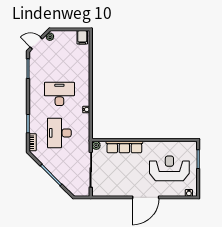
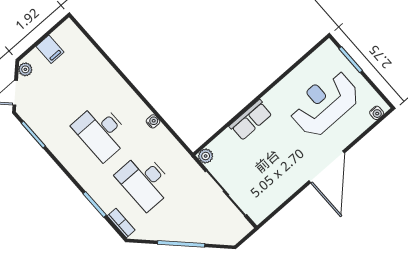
filing cabinet: (82, 37) -> (50, 49), moved
desk: (59, 94) -> (101, 132), turned -90
row of seats: (124, 147) -> (251, 120), width x0.68

